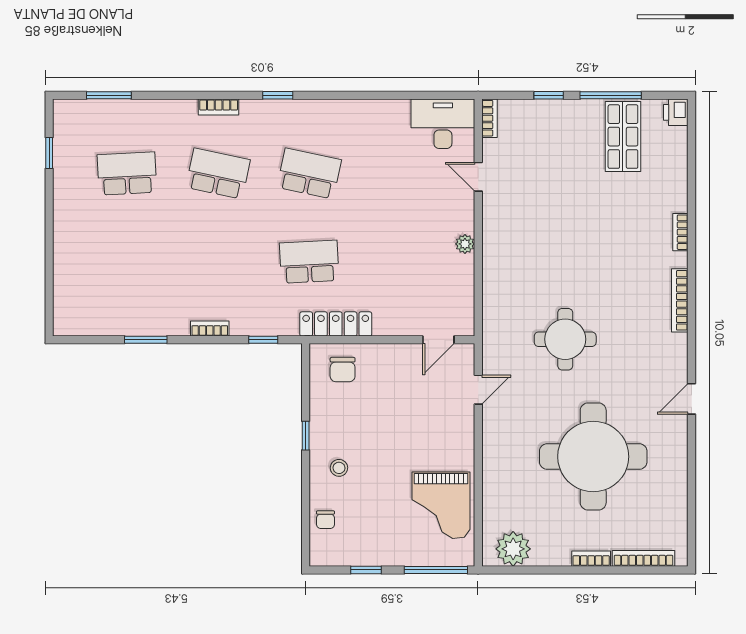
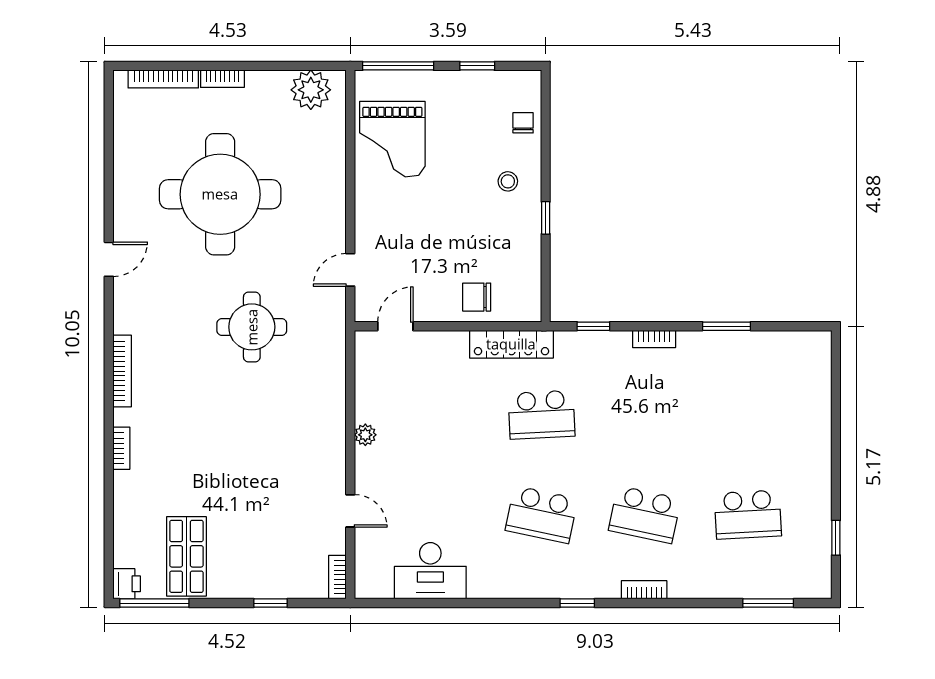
window: (611, 95) -> (154, 603), moved
desk: (443, 124) -> (430, 571), moved
chair: (343, 370) -> (477, 297), moved, turned -90
grand piano: (441, 505) -> (392, 139), turned 180

